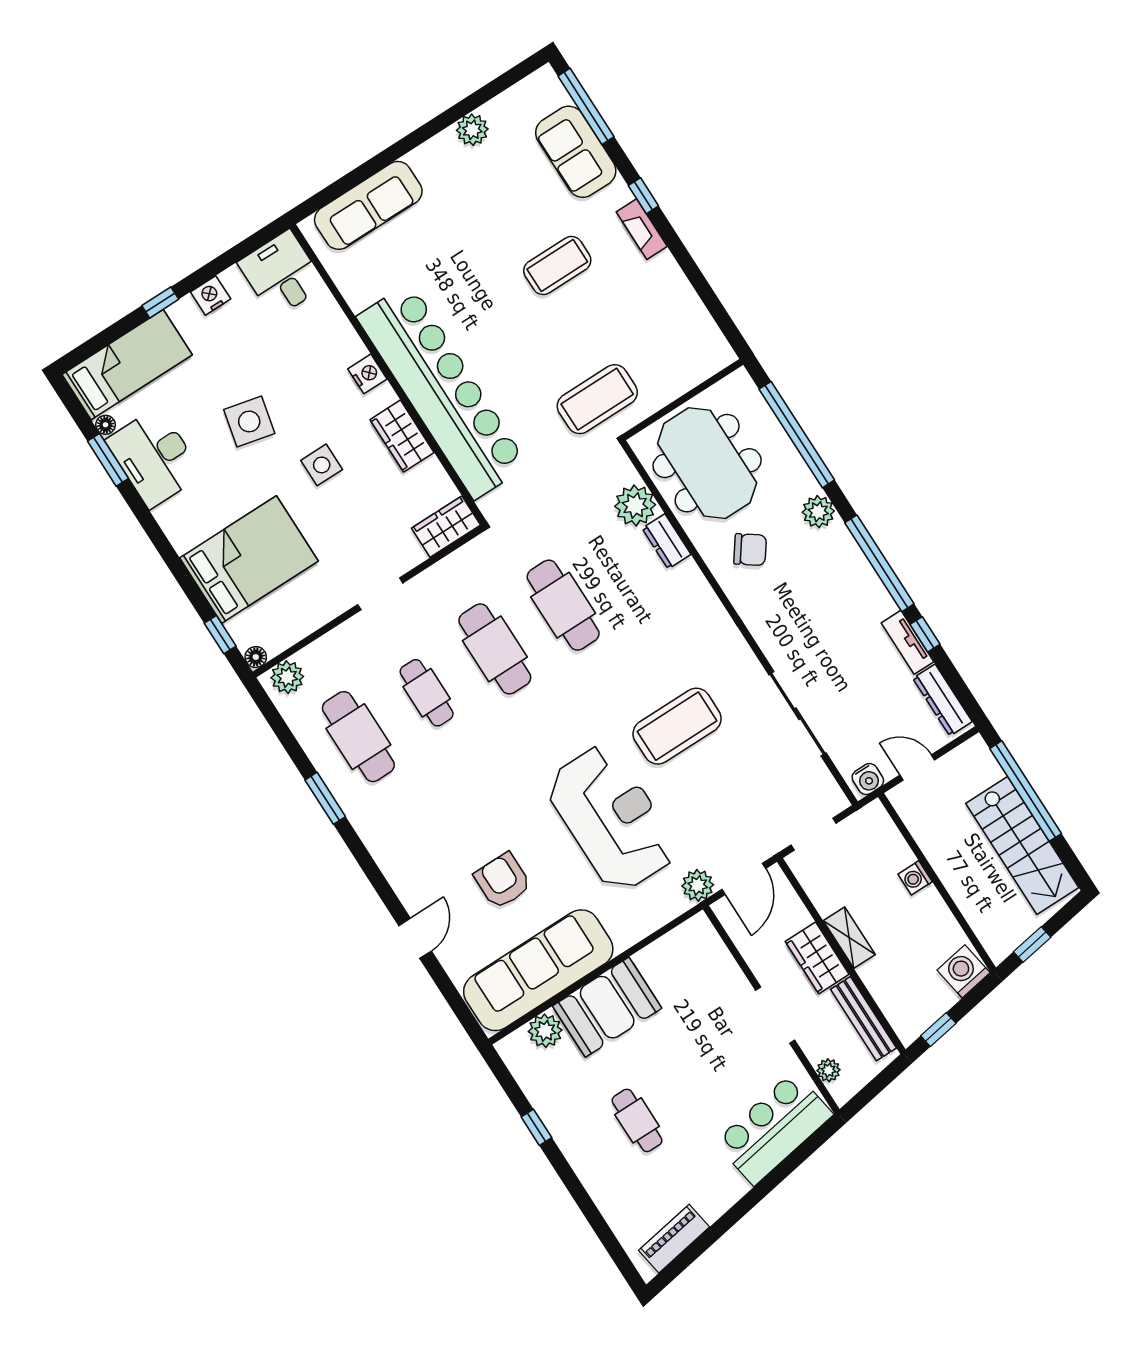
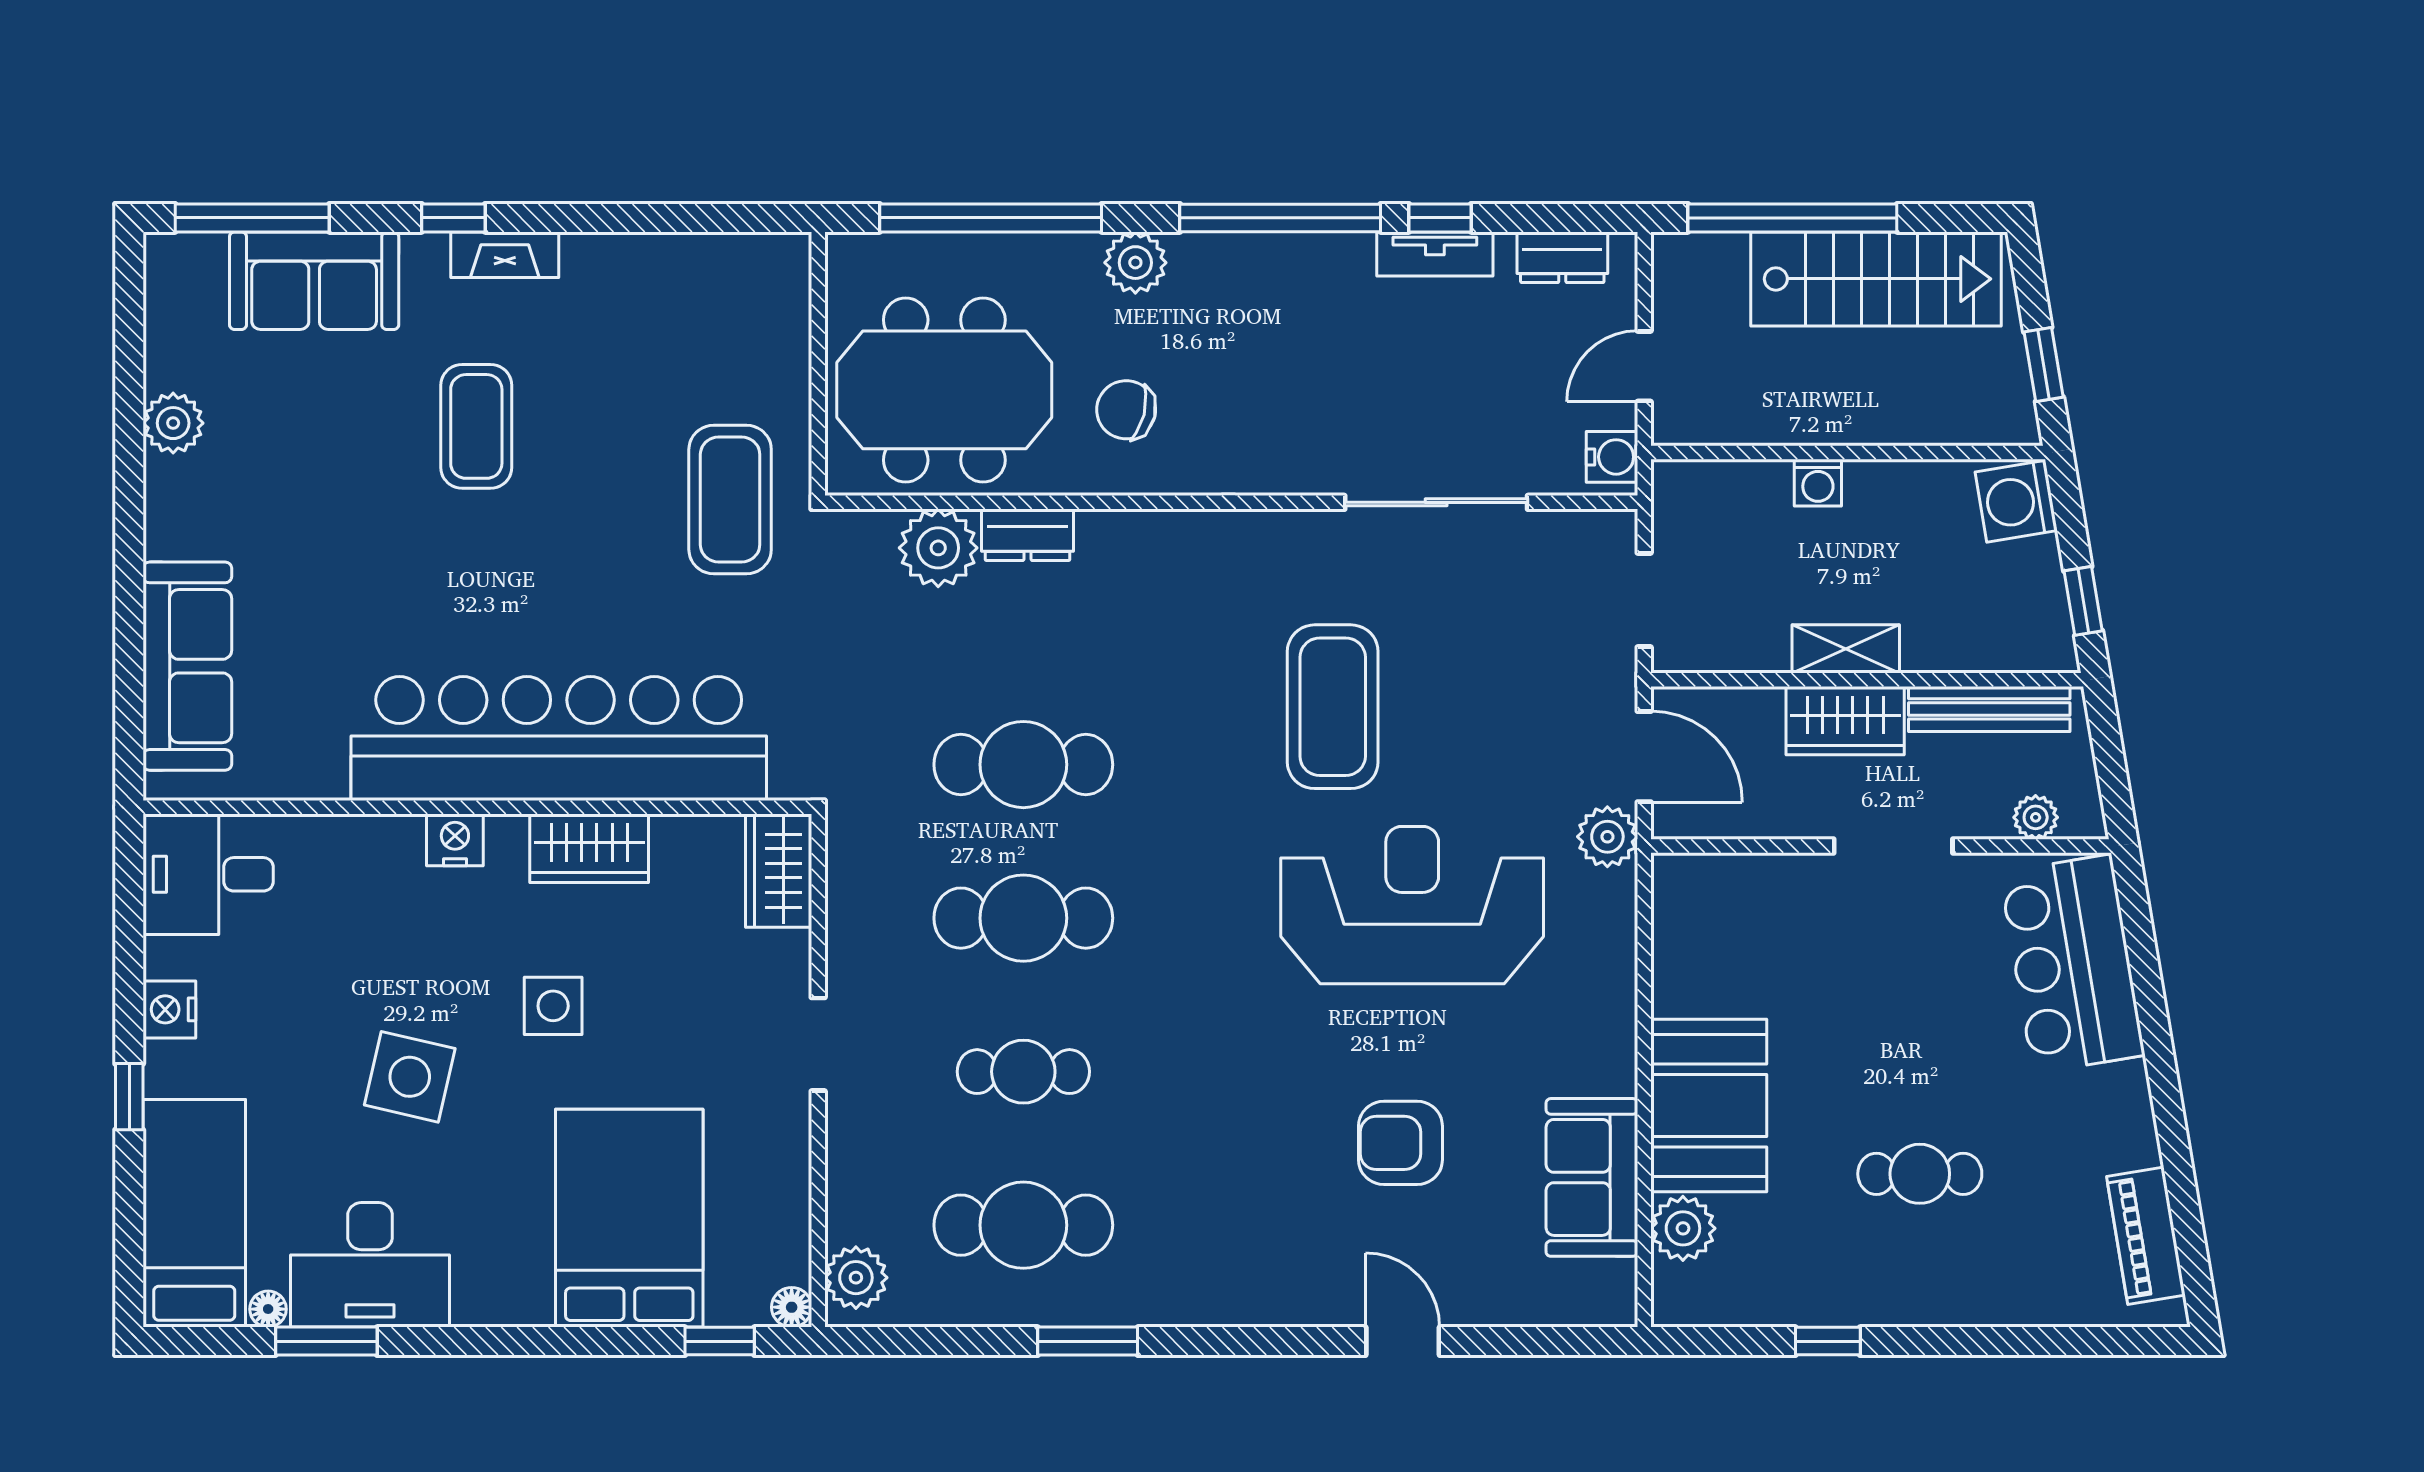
chair: (750, 550) -> (1126, 410), turned -112
dresser: (942, 700) -> (1562, 257), width x0.70
sofa: (538, 970) -> (1592, 1177), width x0.54, depth x0.79

